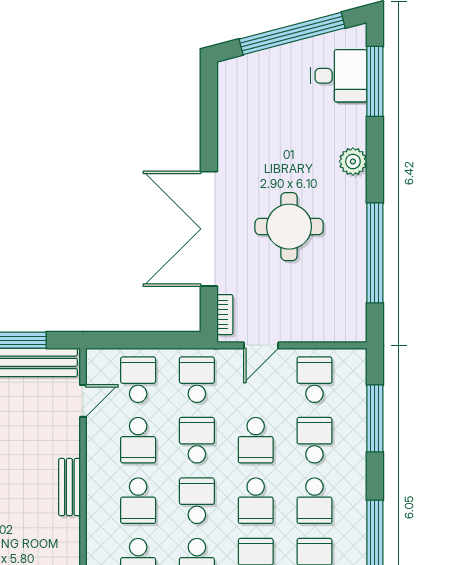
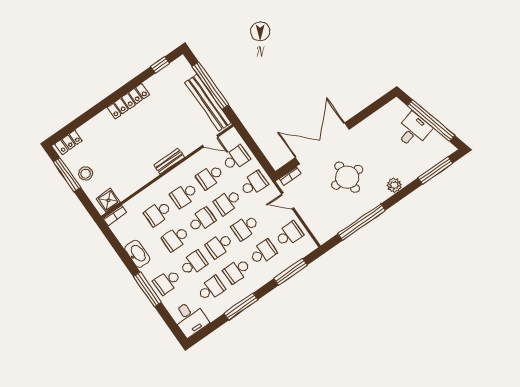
desk: (339, 76) -> (413, 130), moved, turned -105
school desk: (197, 440) -> (228, 202), turned 180

